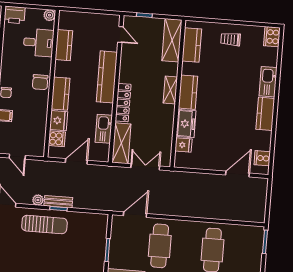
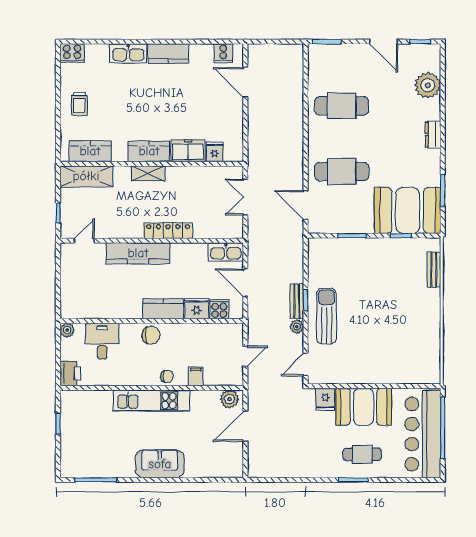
kitchen counter: (64, 45) -> (103, 310), removed
kitchen sink: (104, 129) -> (226, 252), moved
shelving: (121, 143) -> (219, 229), removed

